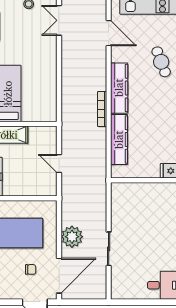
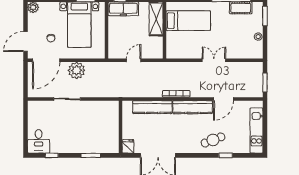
double door: (59, 20) -> (214, 60), moved
door: (109, 33) -> (223, 99), moved
door: (59, 276) -> (46, 60), hinge flipped

